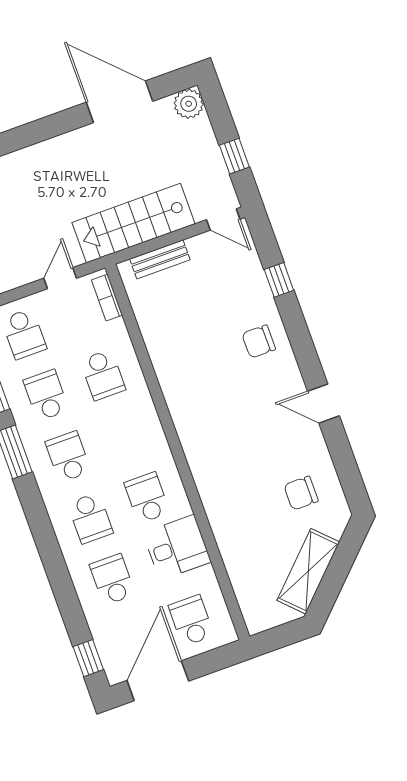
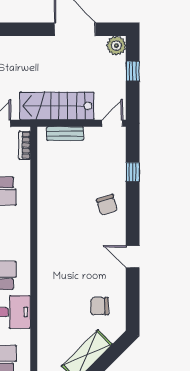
window: (234, 156) -> (133, 71), moved
door: (223, 219) -> (112, 123), swing flipped
chair: (259, 342) -> (107, 205), turned -107

